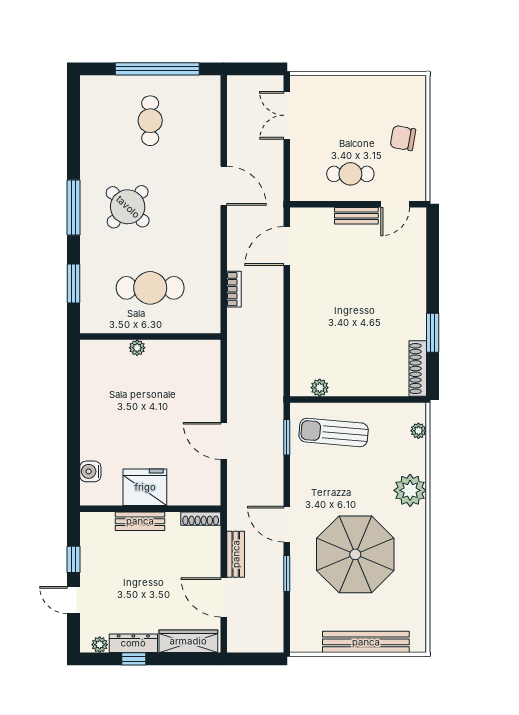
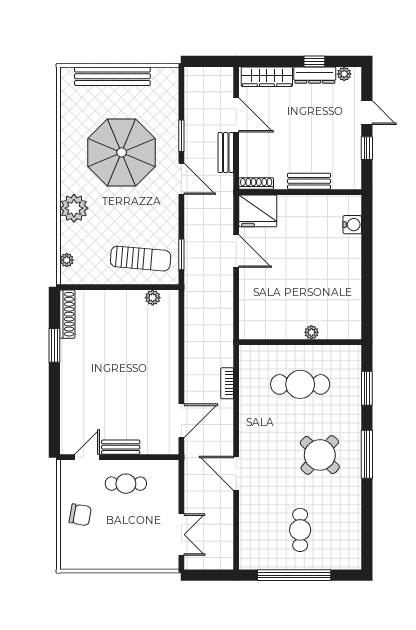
fridge: (145, 487) -> (258, 211), moved

